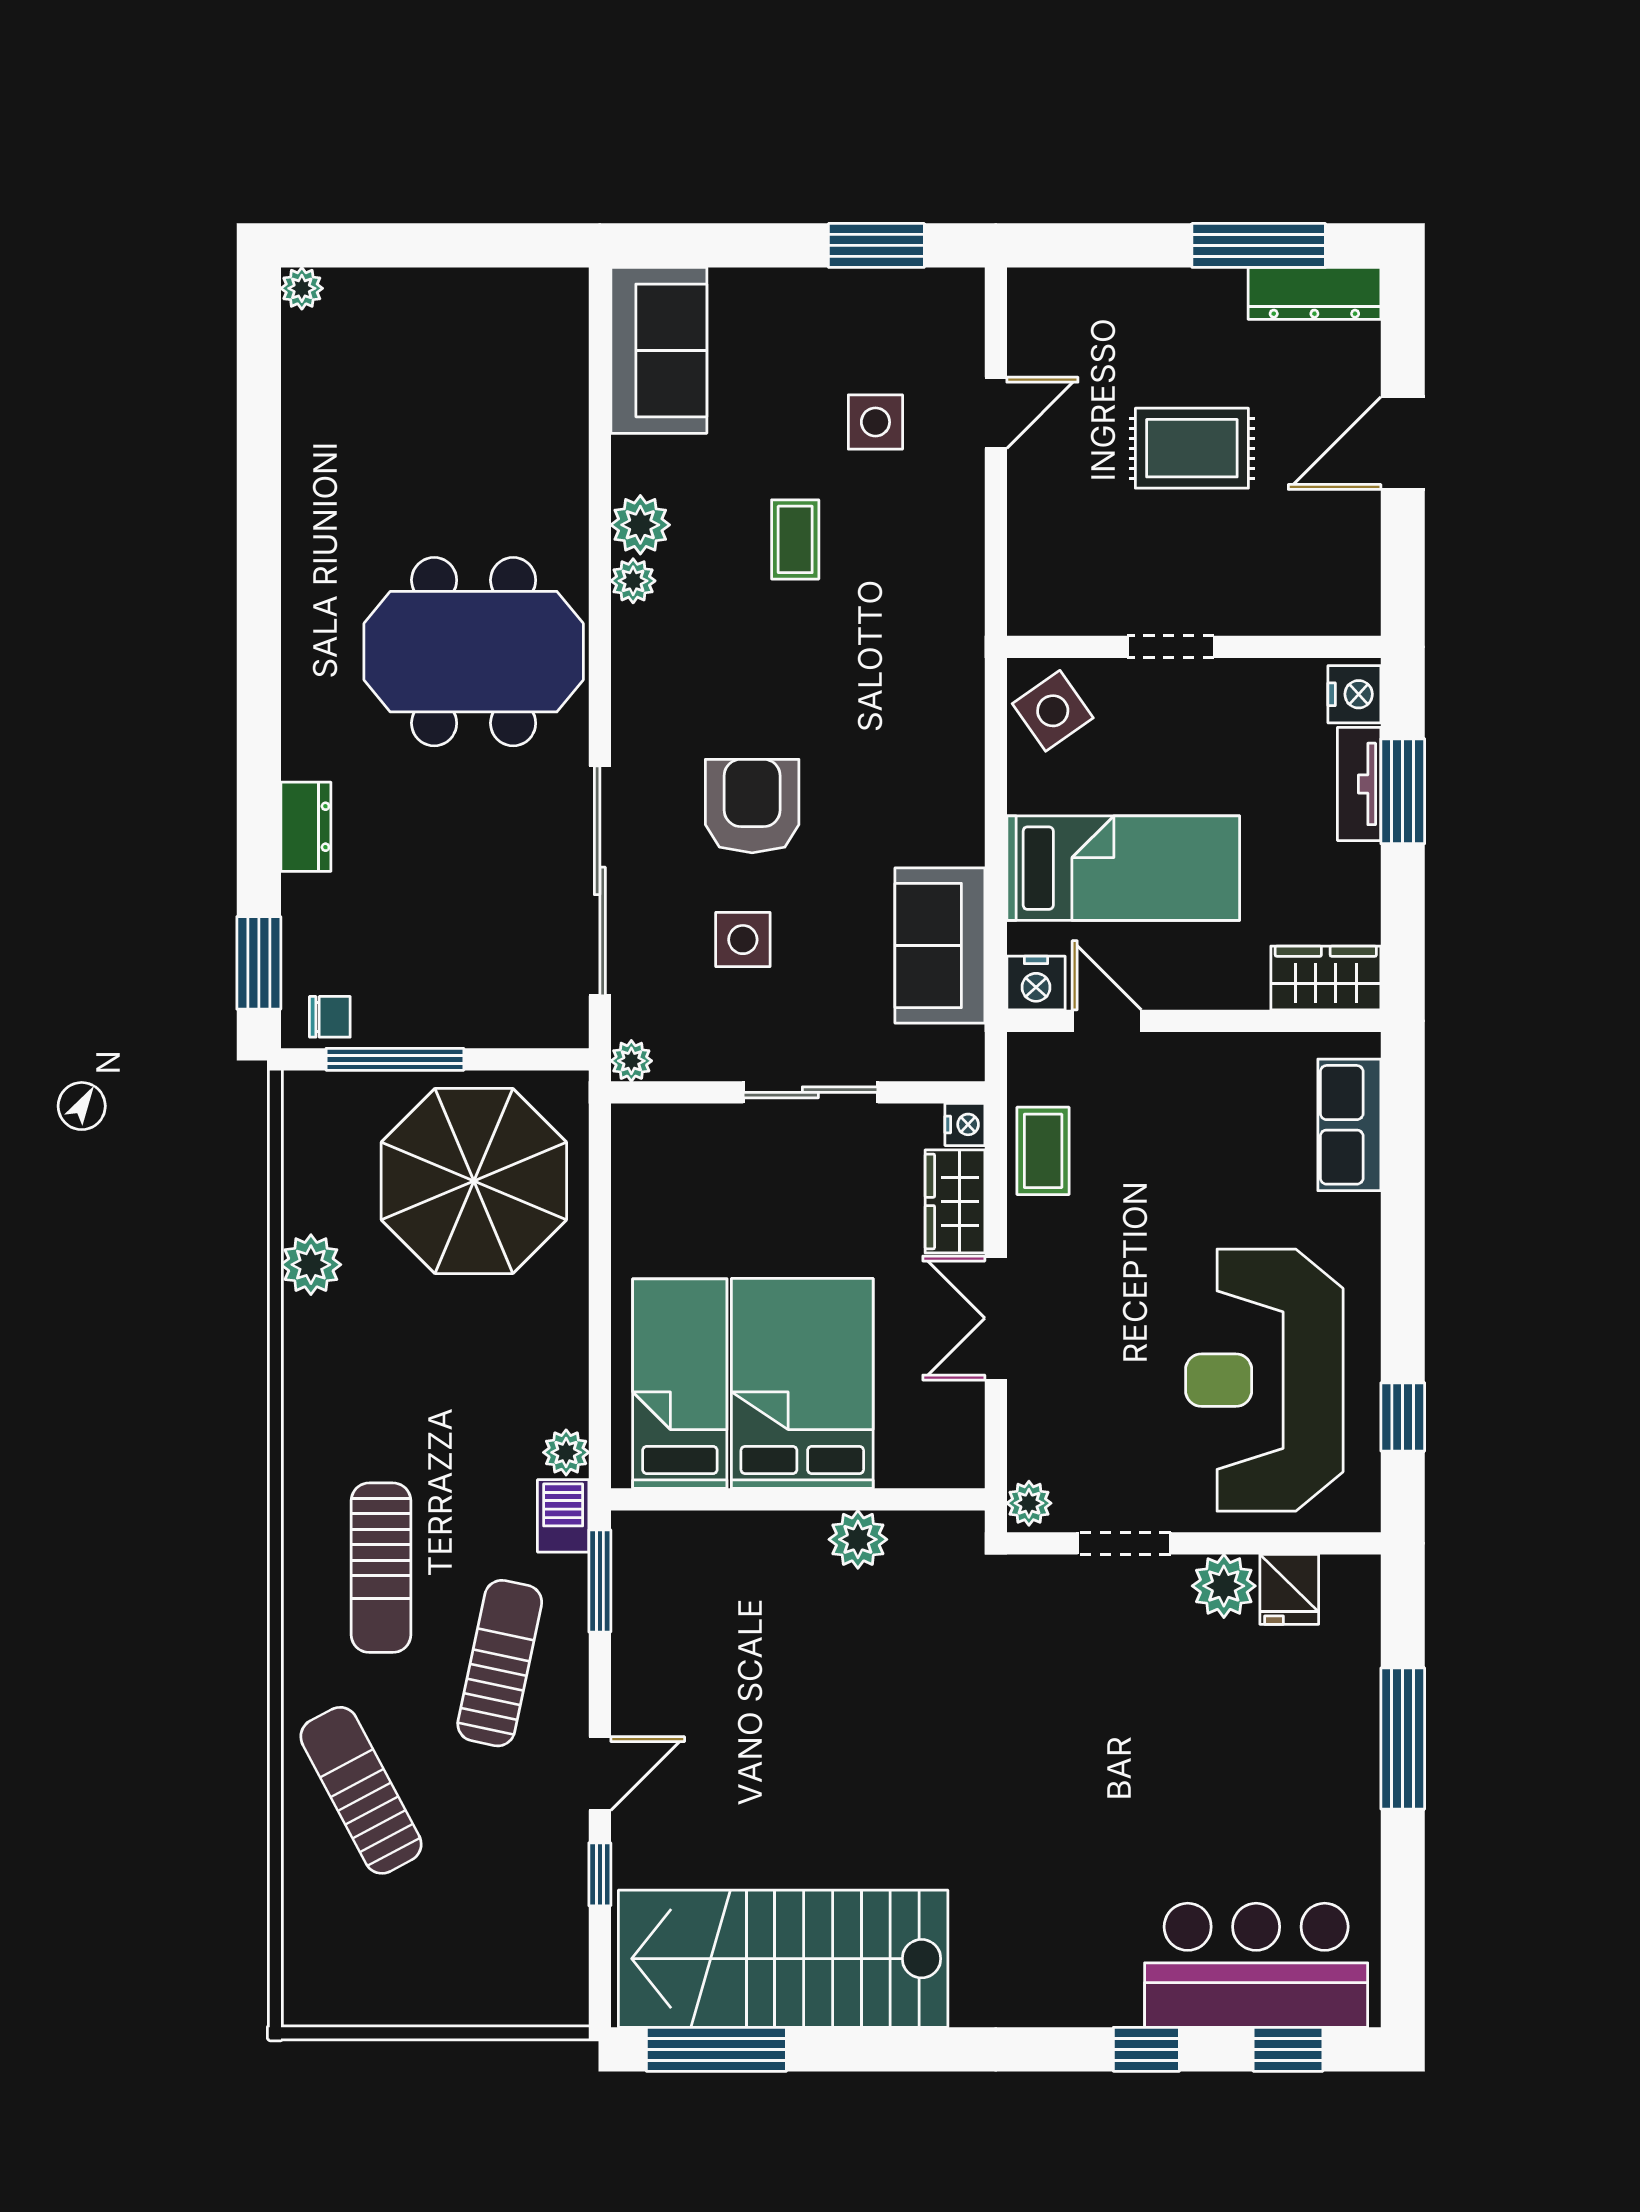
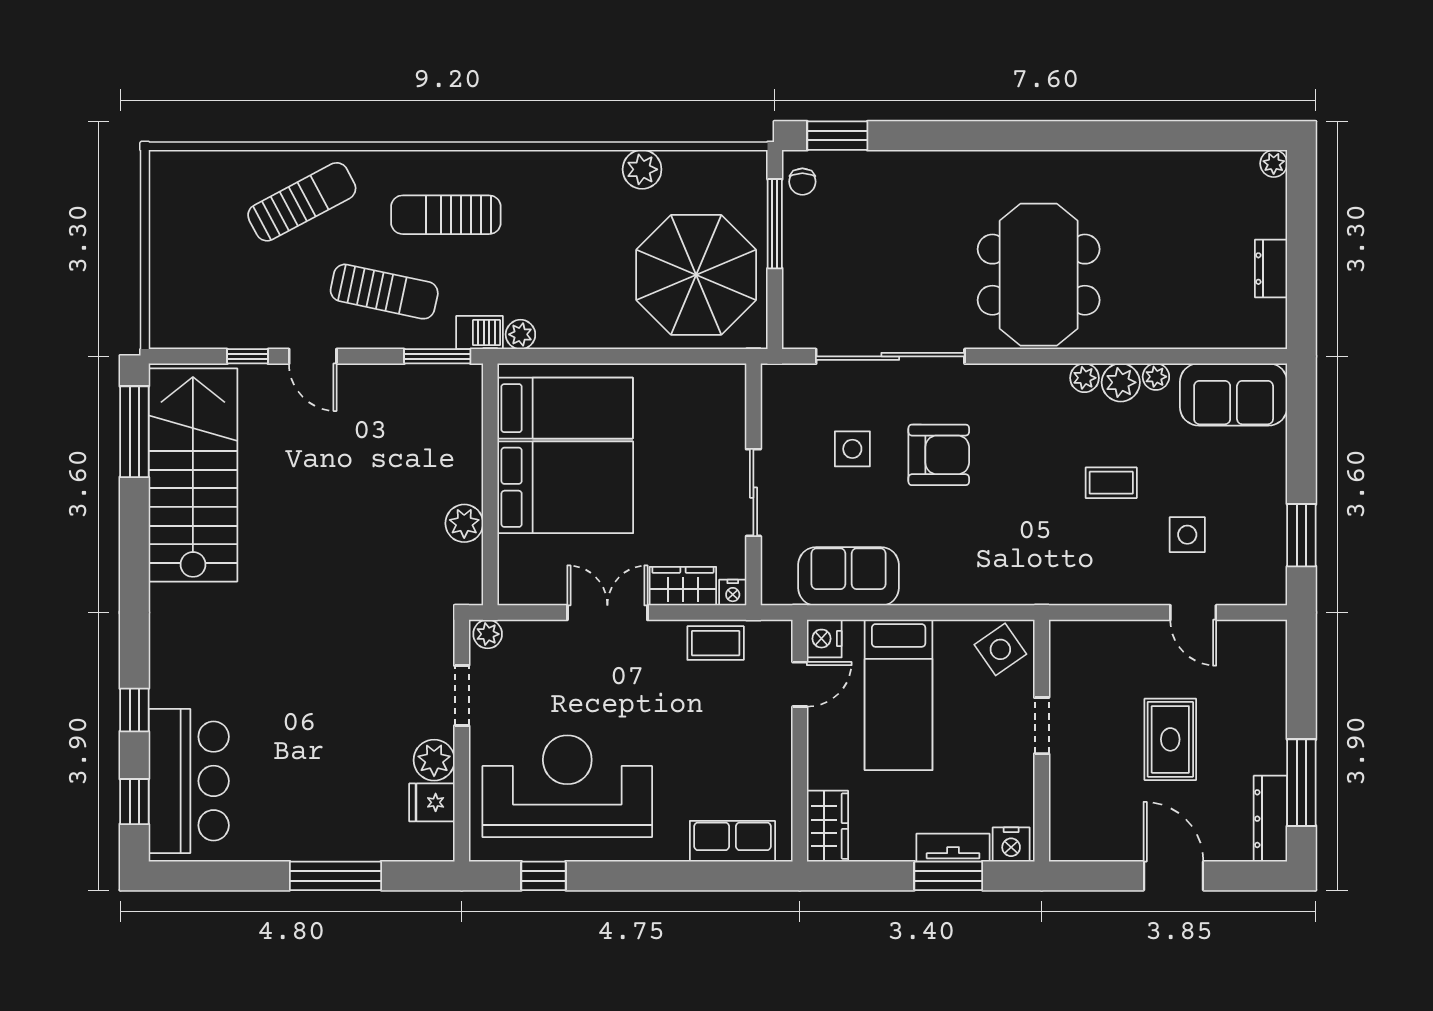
dresser: (306, 827) -> (1271, 269), moved, turned 90
plant: (631, 1061) -> (1156, 377), moved

